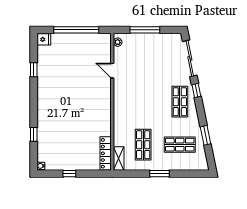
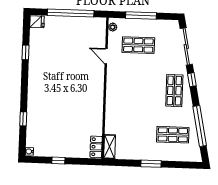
window: (206, 135) -> (200, 126), width x2.11
shop shelf: (143, 145) -> (138, 45), moved, turned 90
locker: (106, 153) -> (96, 147), width x0.66

